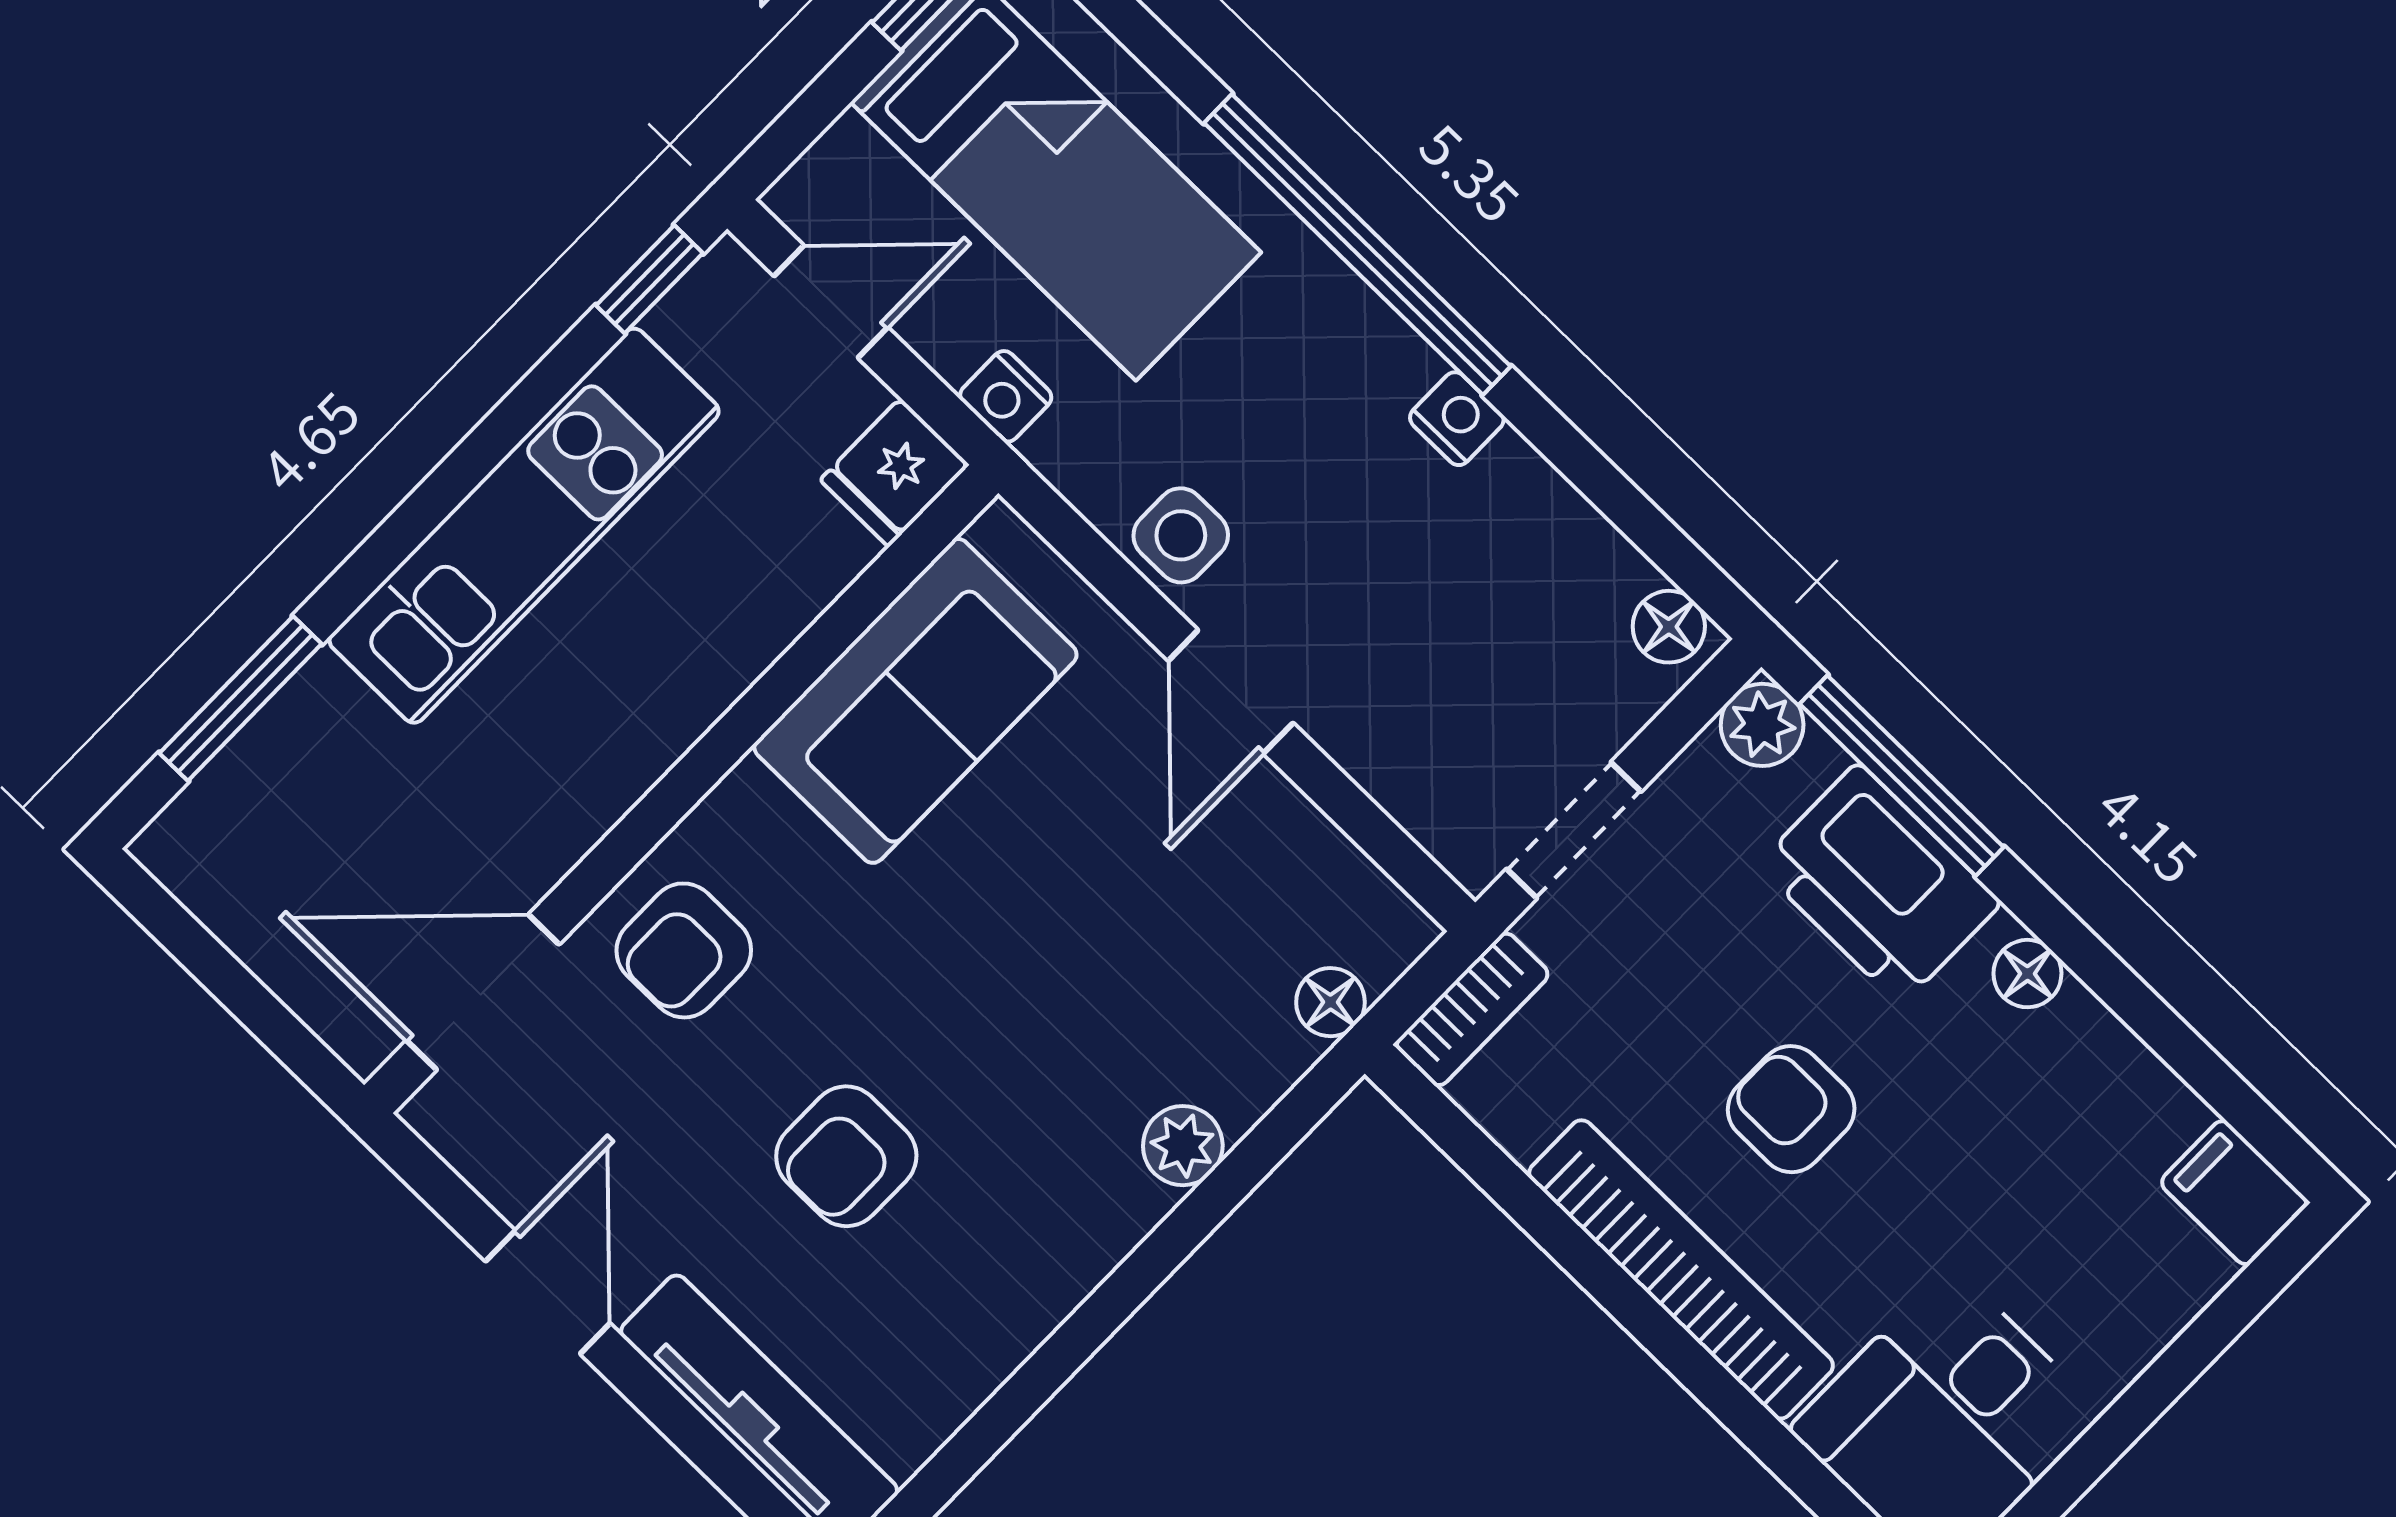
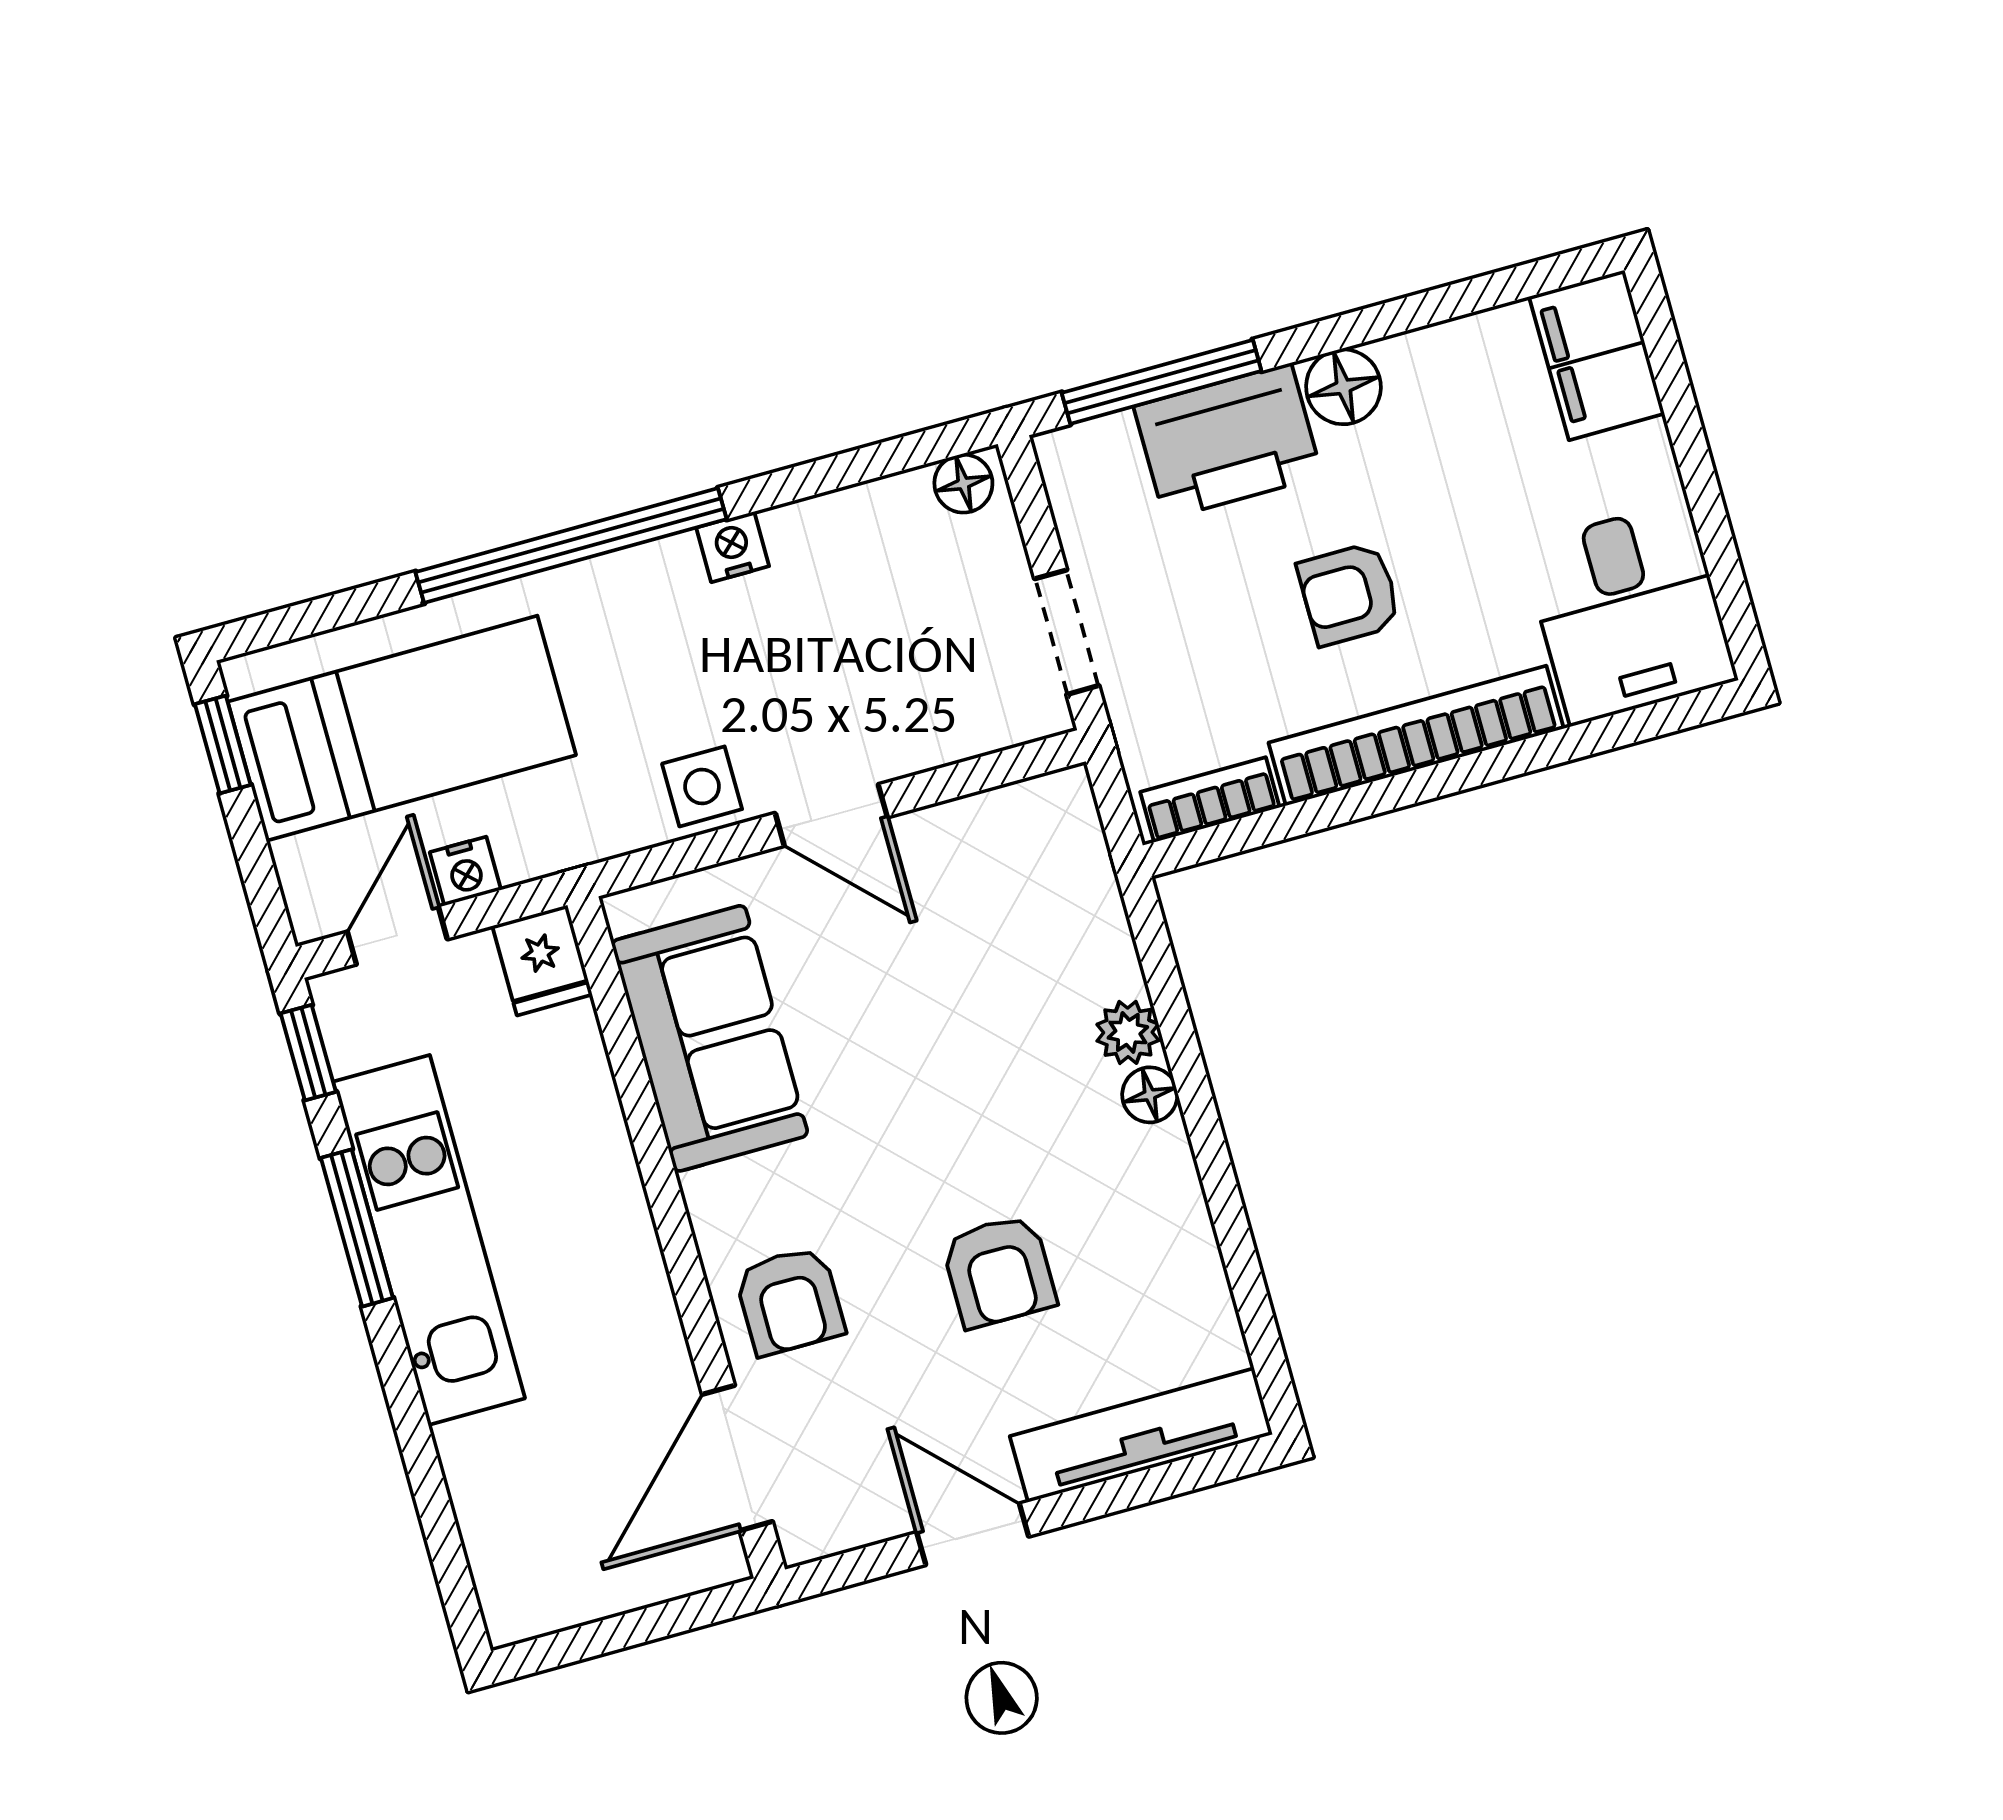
nightstand: (1006, 396) -> (465, 871), moved
window: (241, 698) -> (357, 1228), moved
plant: (1762, 725) -> (1070, 458), removed
floor lamp: (2027, 974) -> (1343, 387), width x1.37, depth x1.37
floor lamp: (1330, 1002) -> (1150, 1095), moved
bookcase: (1472, 1009) -> (1210, 800), moved, turned -90
filing cabinet: (2234, 1193) -> (1597, 355), width x2.00

